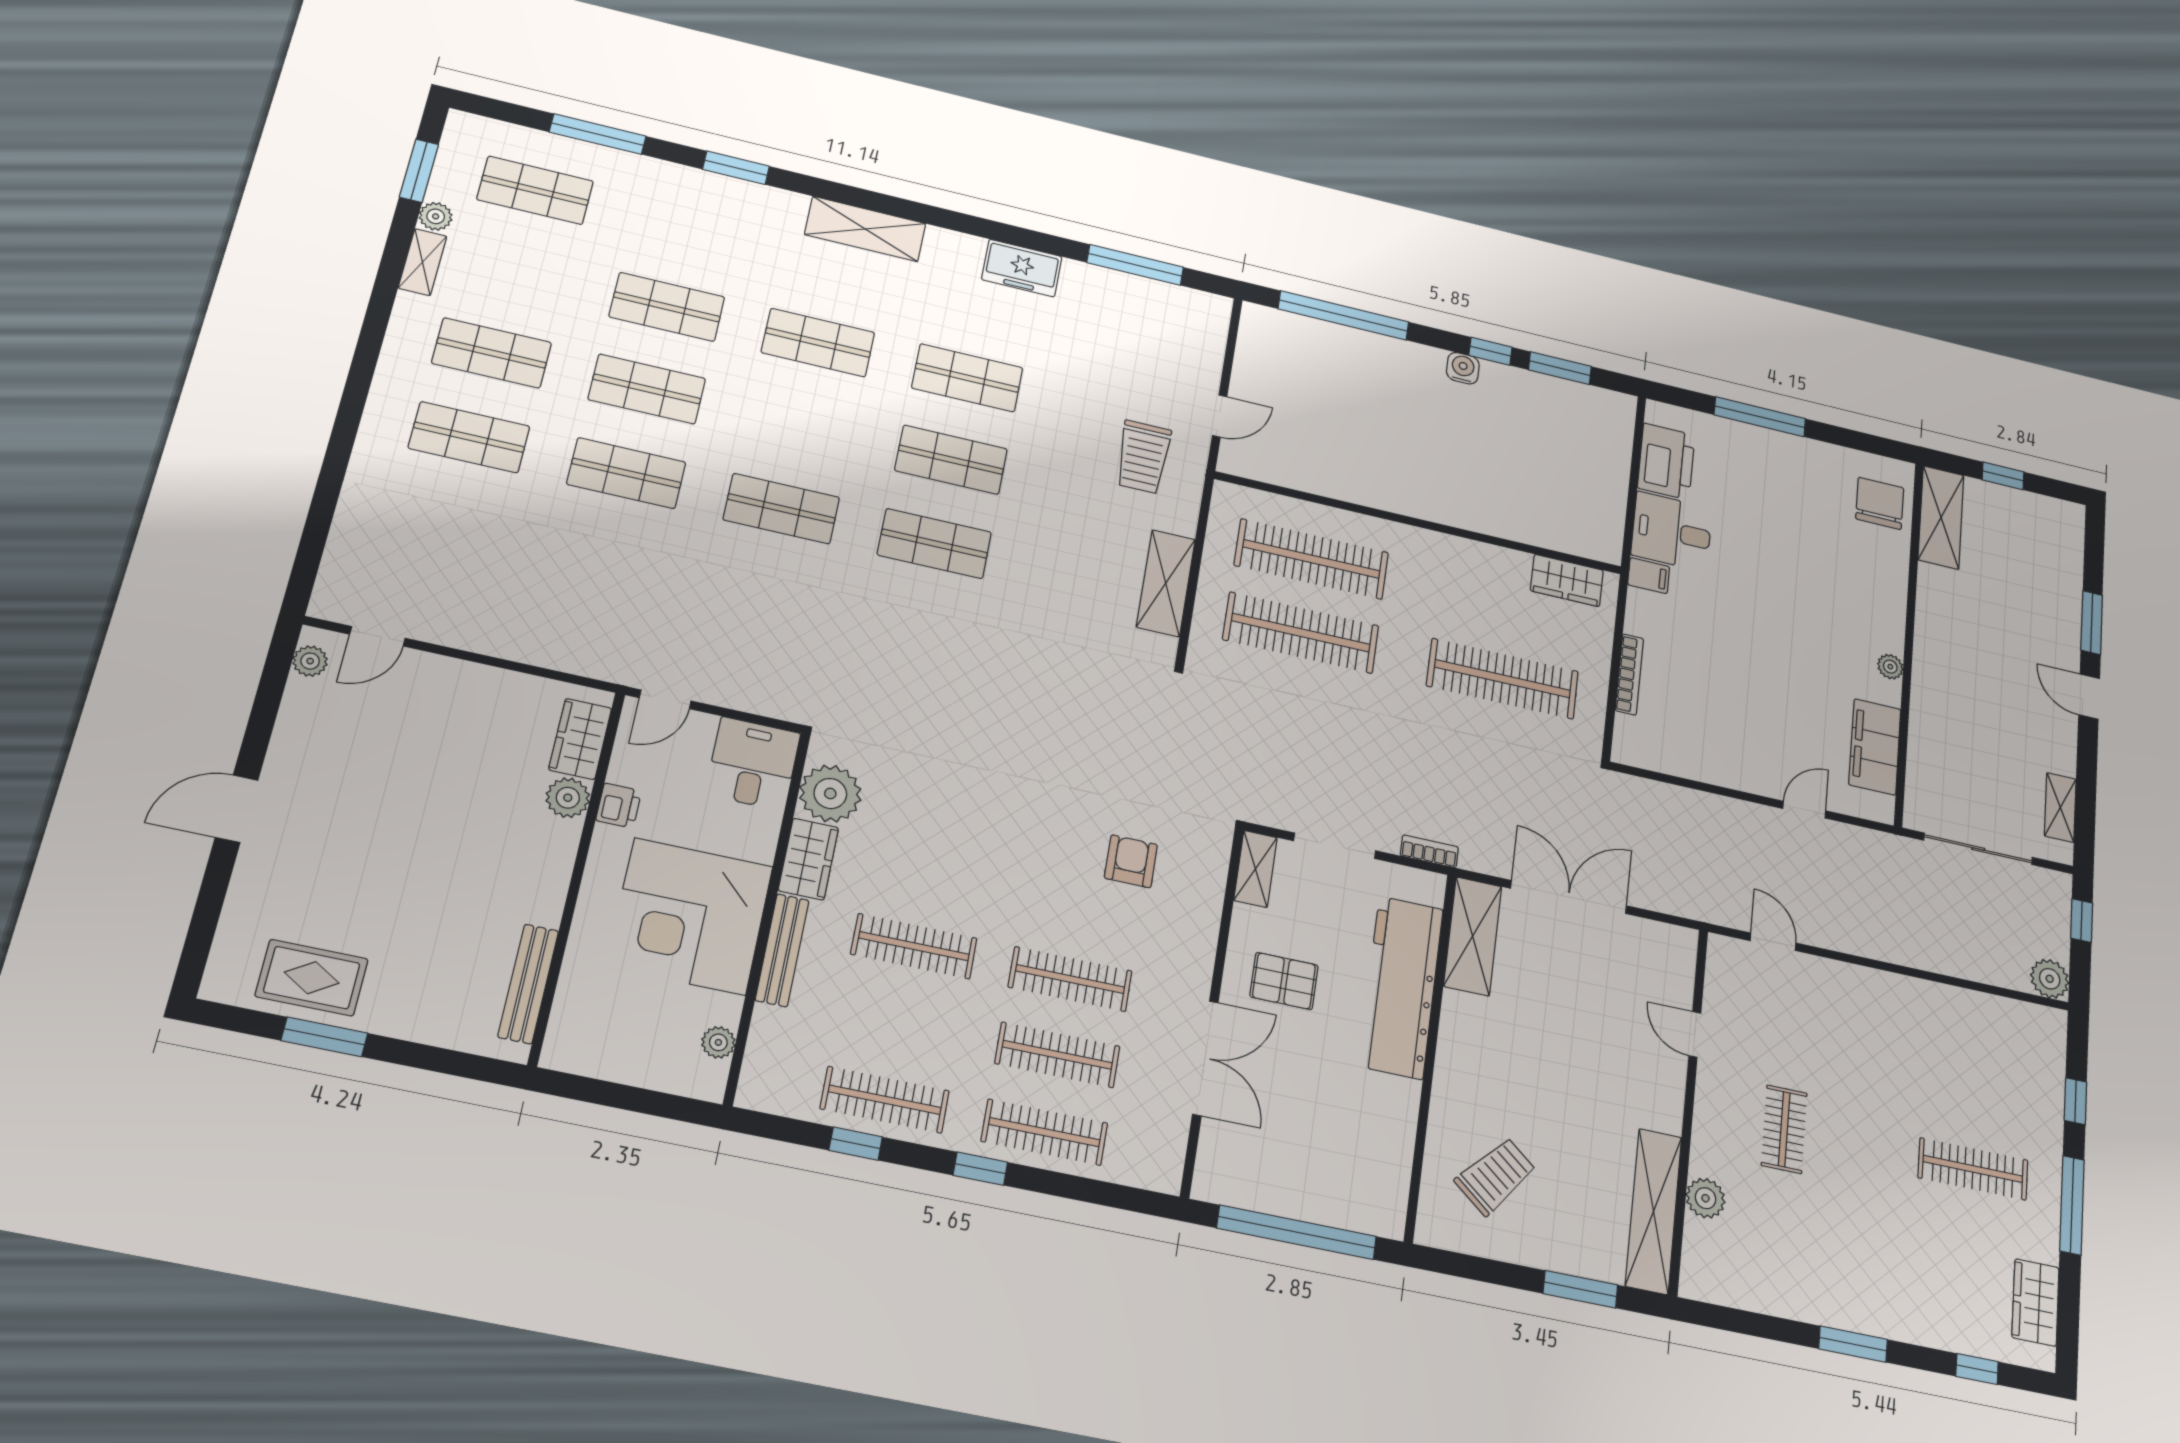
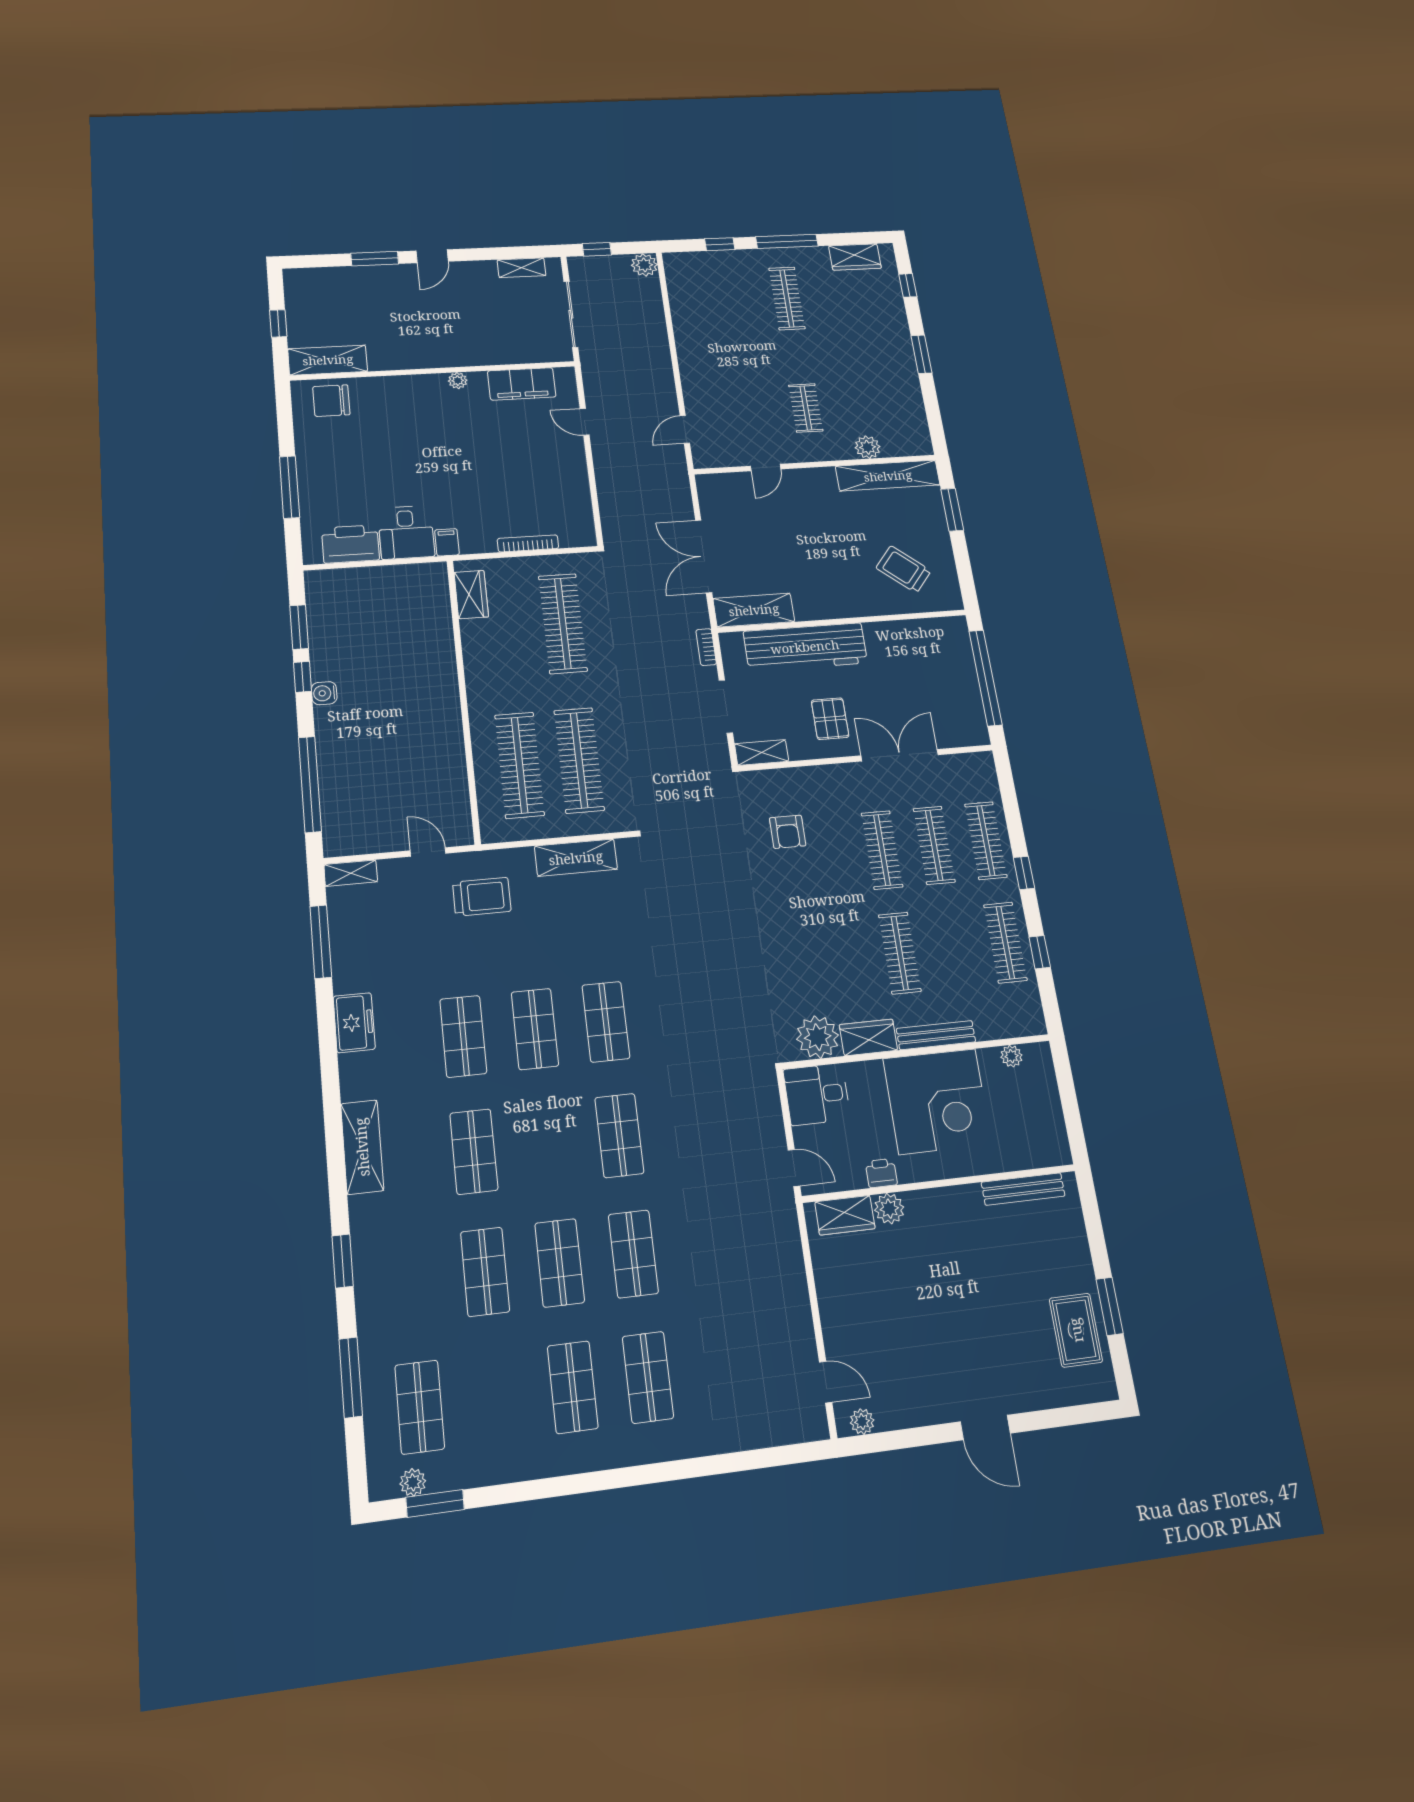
plant: (436, 216) -> (413, 1482), moved
shelving: (422, 262) -> (351, 873), moved
armchair: (1131, 861) -> (788, 832), turned -90
clothes rail: (1784, 1129) -> (806, 408), turned 90

